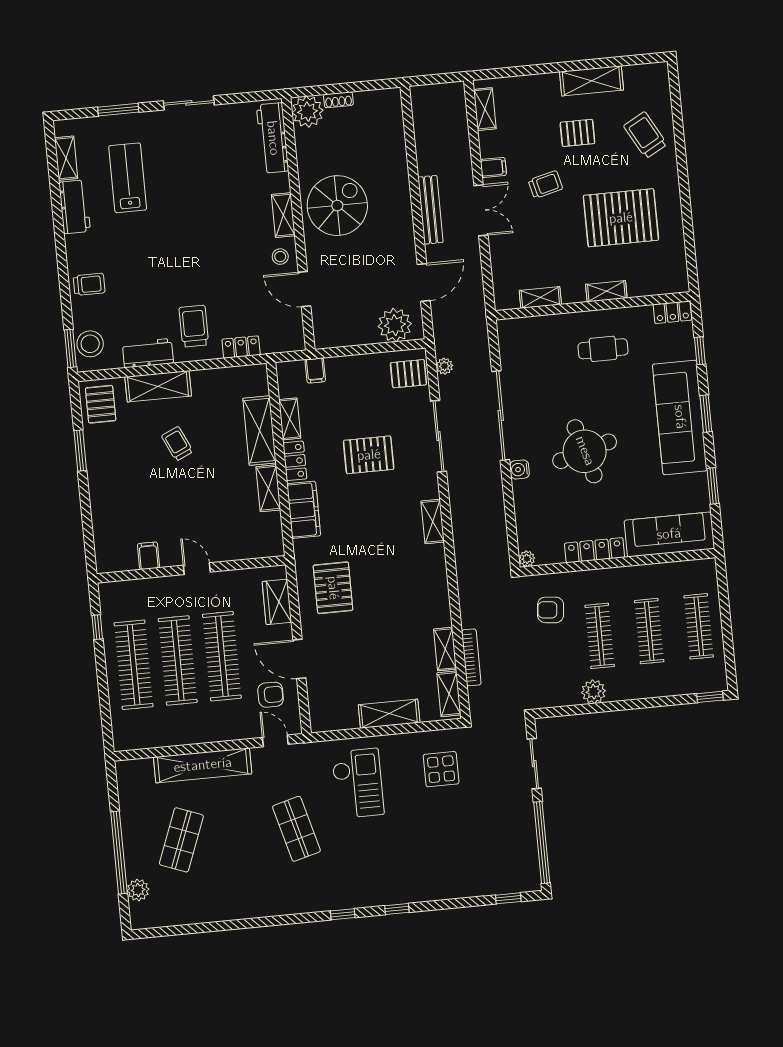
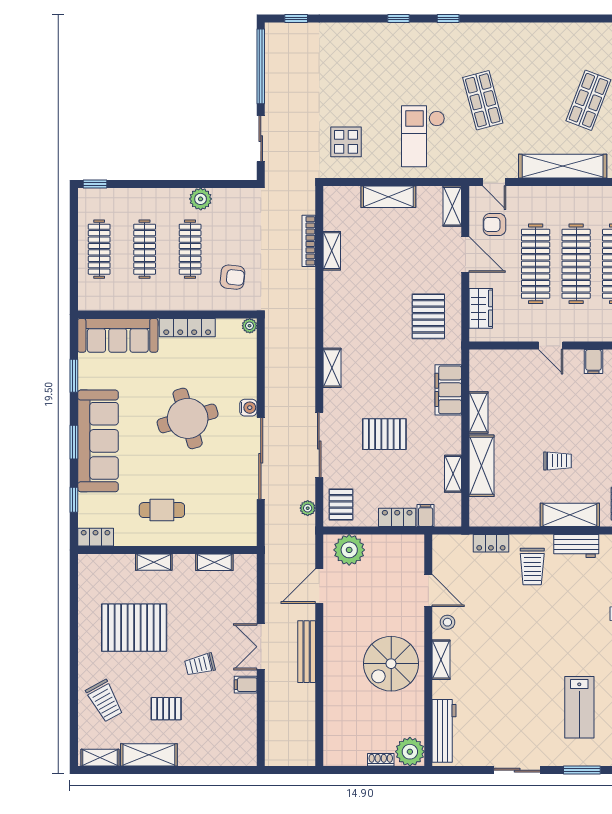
shelving: (485, 109) -> (100, 758), moved, turned 90
pallet: (408, 374) -> (341, 504), turned 90
trolley: (177, 444) -> (558, 461), turned -65
locker: (295, 461) -> (397, 517), moved, turned 90
shelving: (449, 694) -> (452, 206), moved

